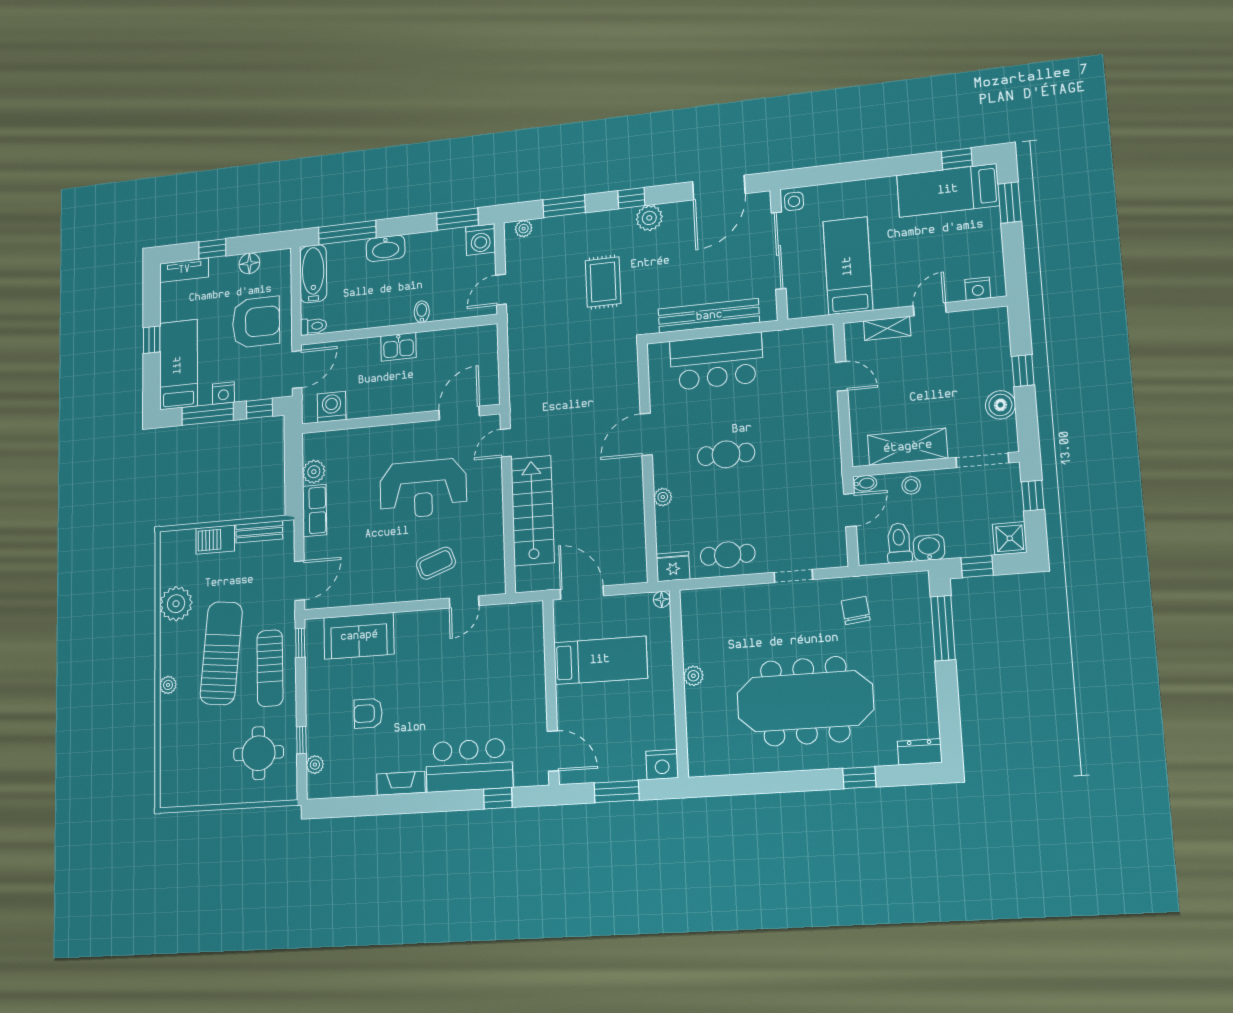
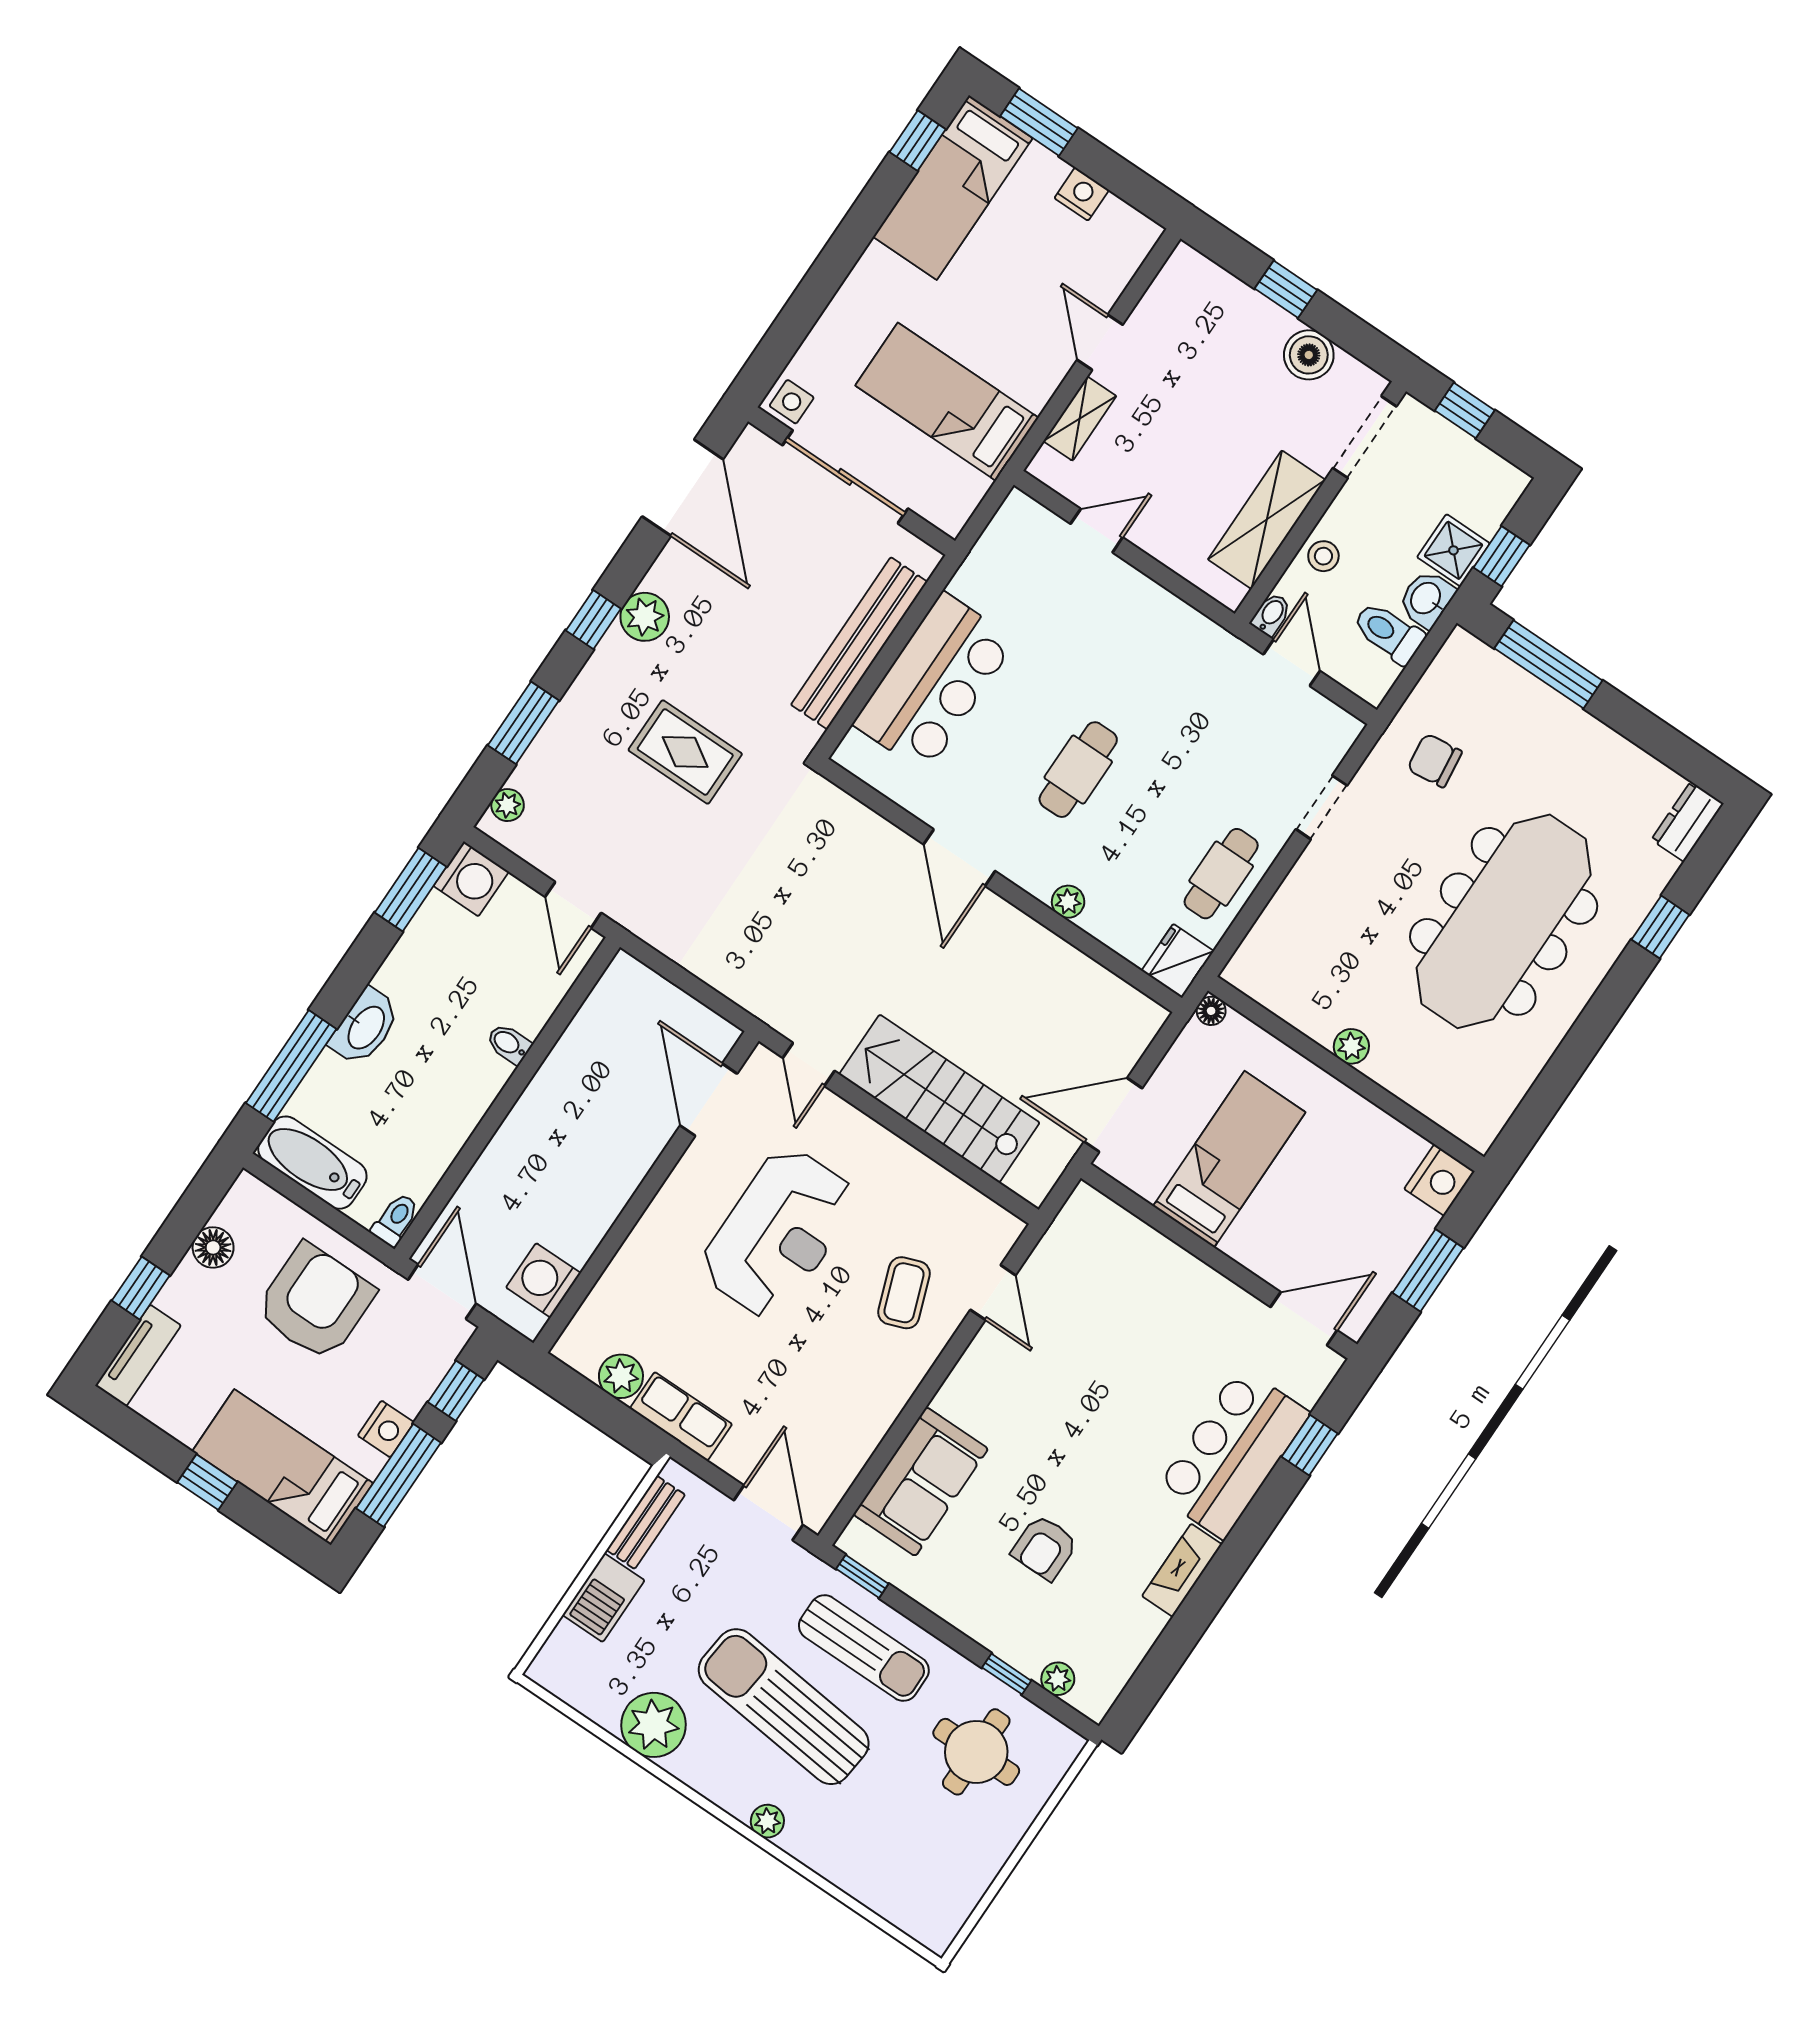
nightstand: (978, 289) -> (1082, 194), moved, turned -90
kitchen sink: (398, 347) -> (534, 1116), removed
shower: (1010, 538) -> (1453, 550), moved

